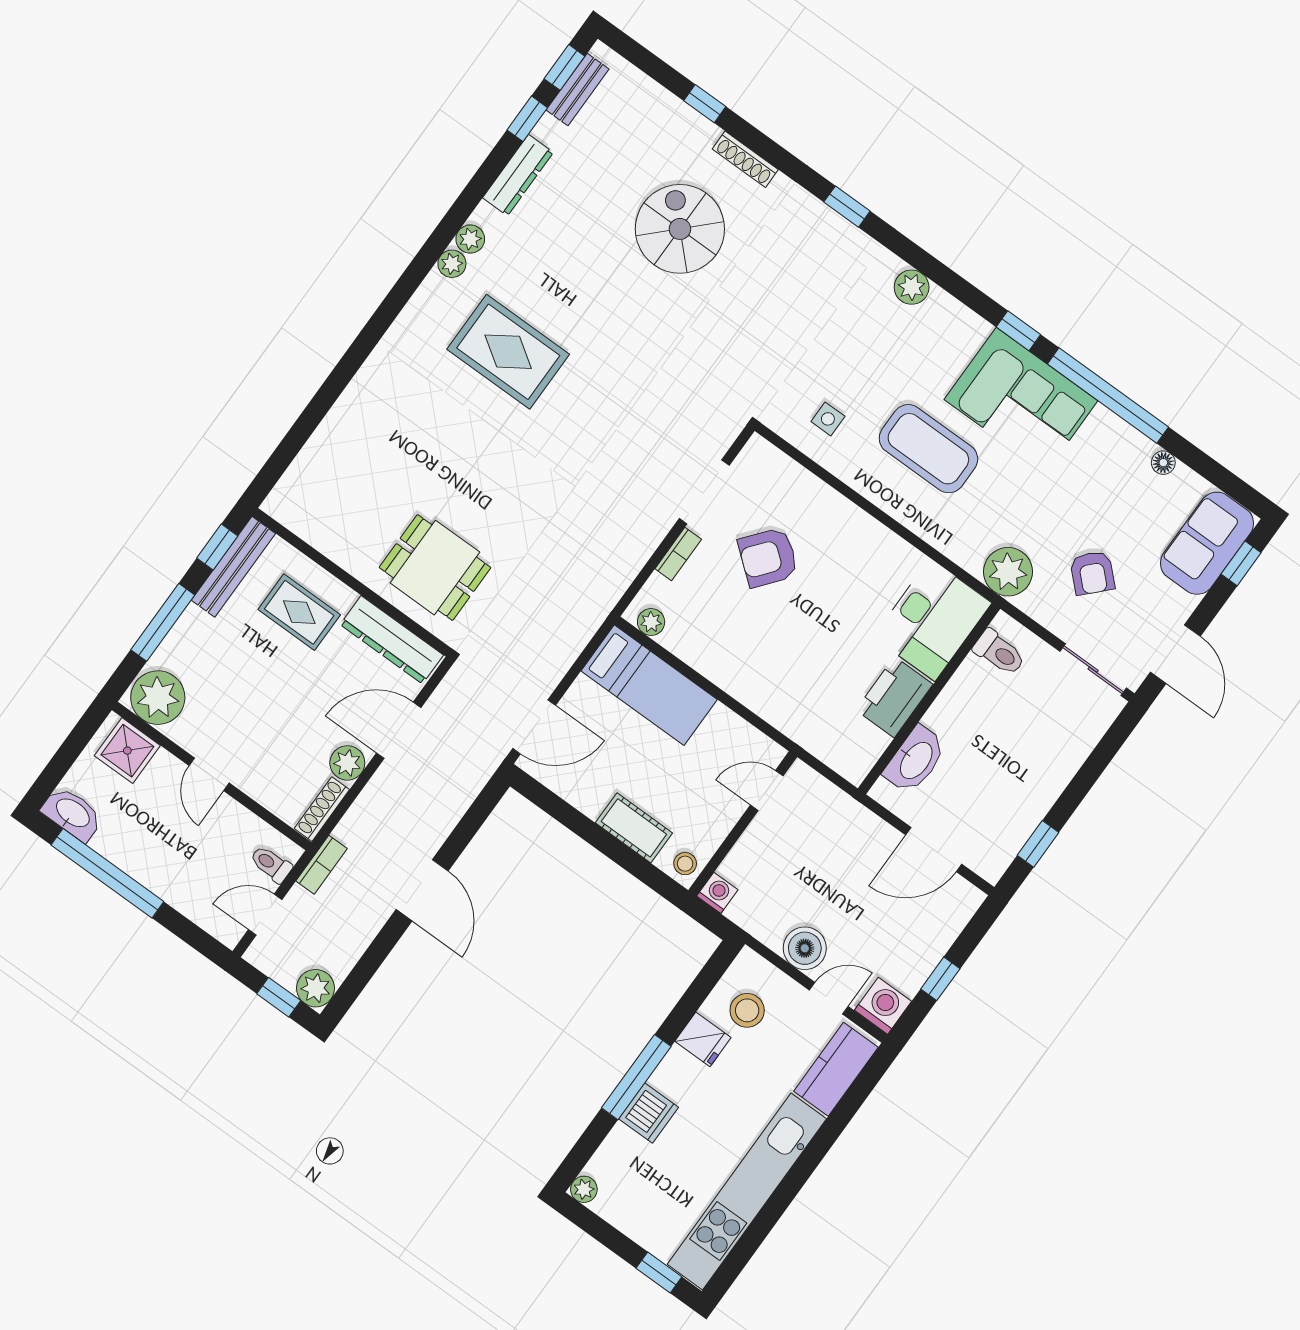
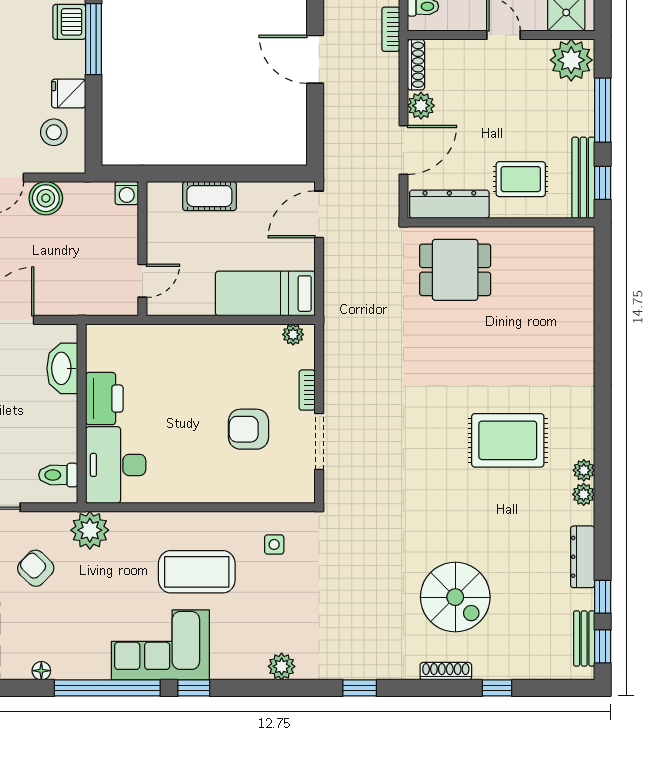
armchair: (768, 557) -> (249, 429), turned -129
stool: (685, 864) -> (161, 197), removed

